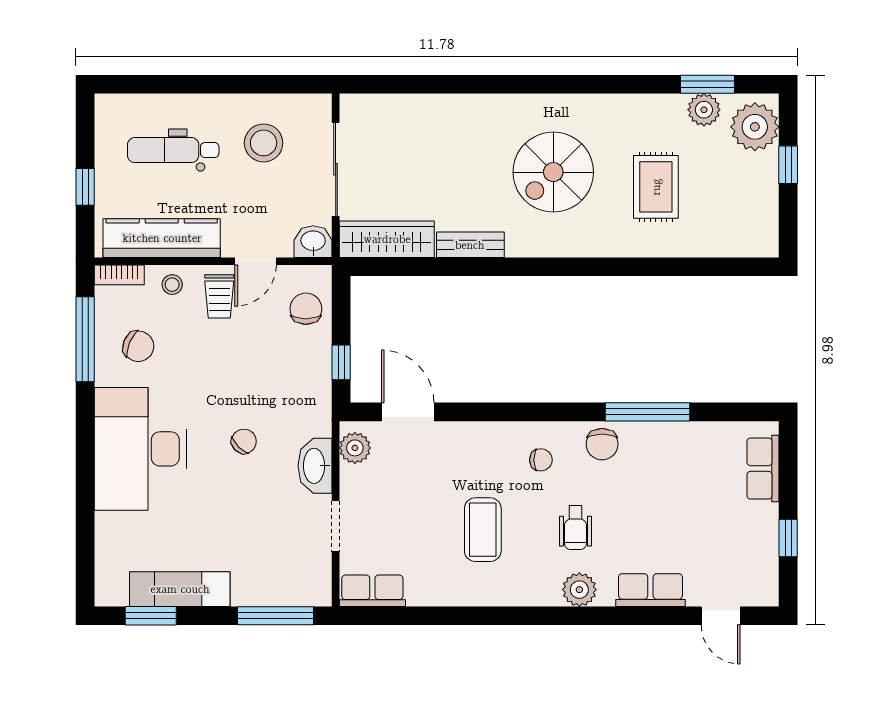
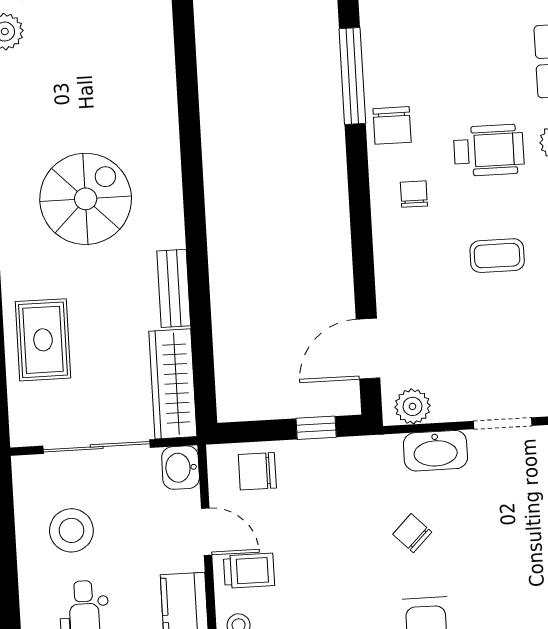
spiral stairs: (553, 172) -> (86, 199), turned -90
rug: (656, 187) -> (43, 340), moved, turned 90
chair: (602, 444) -> (392, 125), turned 90
wheelchair: (575, 528) -> (489, 150), width x1.36, depth x1.37
coffee table: (483, 530) -> (497, 256), width x0.73, depth x0.77

